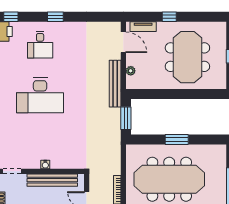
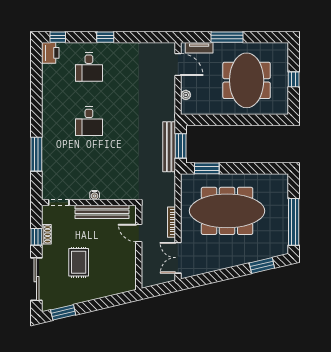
window: (169, 17) -> (227, 37), width x2.17
bench: (115, 84) -> (169, 147), moved
desk: (40, 95) -> (89, 121), width x0.53, depth x0.77
window: (177, 139) -> (207, 168), moved

